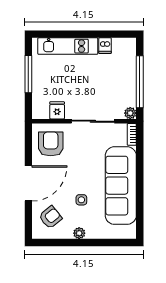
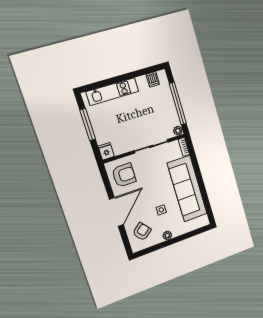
dishwasher: (105, 46) -> (153, 79), moved
fridge: (57, 110) -> (106, 151), moved
armchair: (51, 144) -> (124, 175), turned 90

